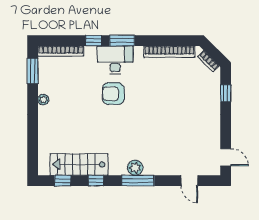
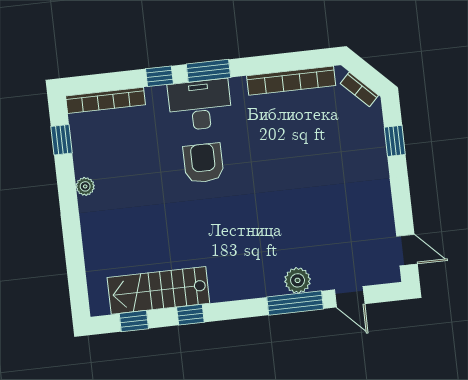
window: (33, 71) -> (61, 140), width x0.67
armchair: (113, 94) -> (203, 163), turned 90
plant: (135, 168) -> (298, 280), moved
window: (138, 181) -> (295, 303), moved

